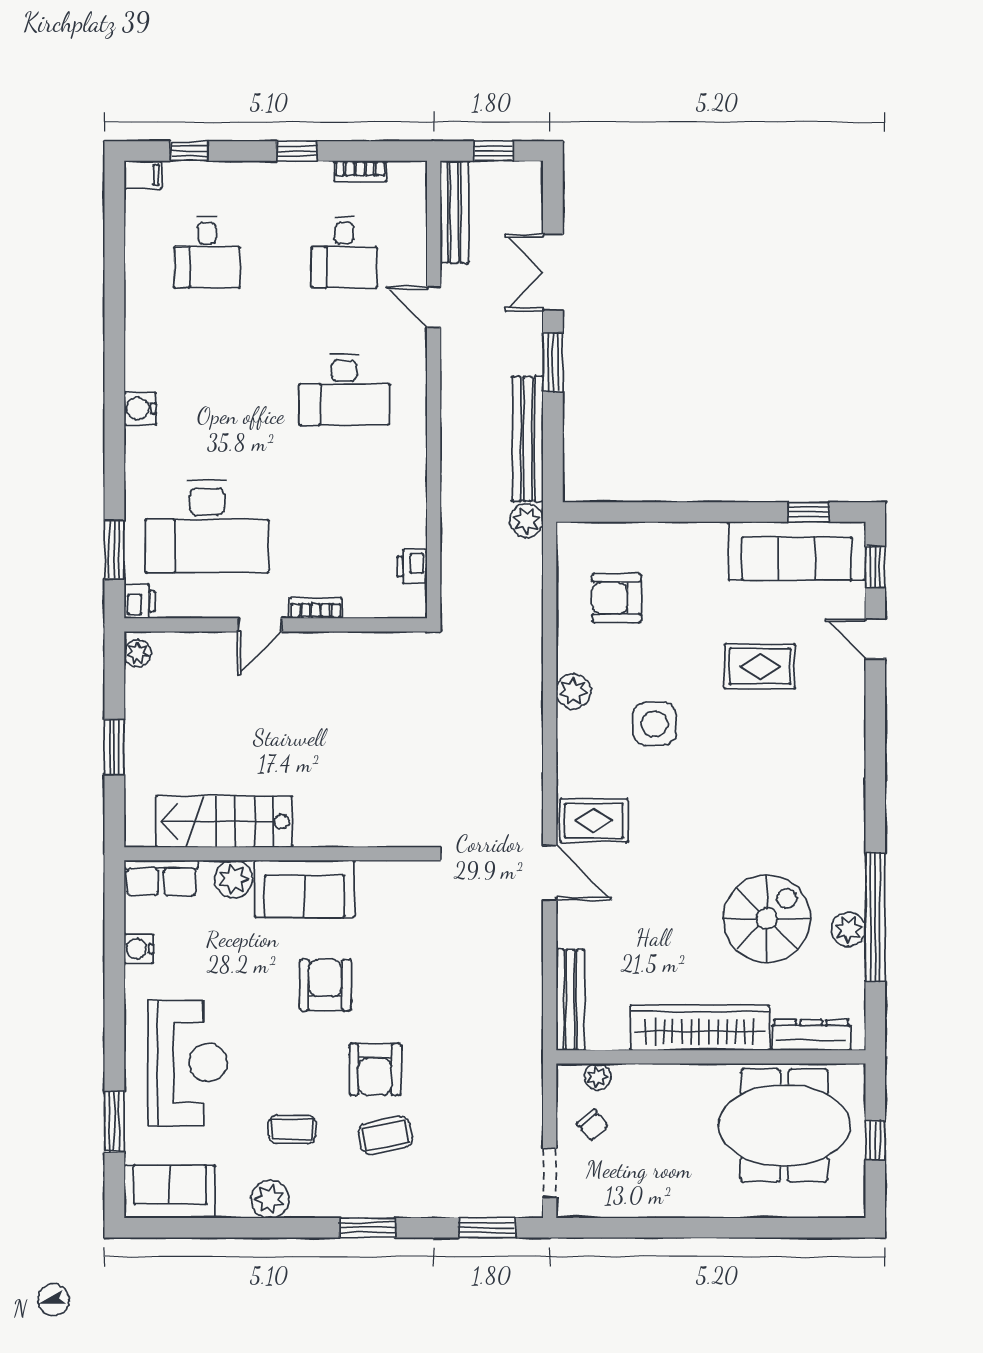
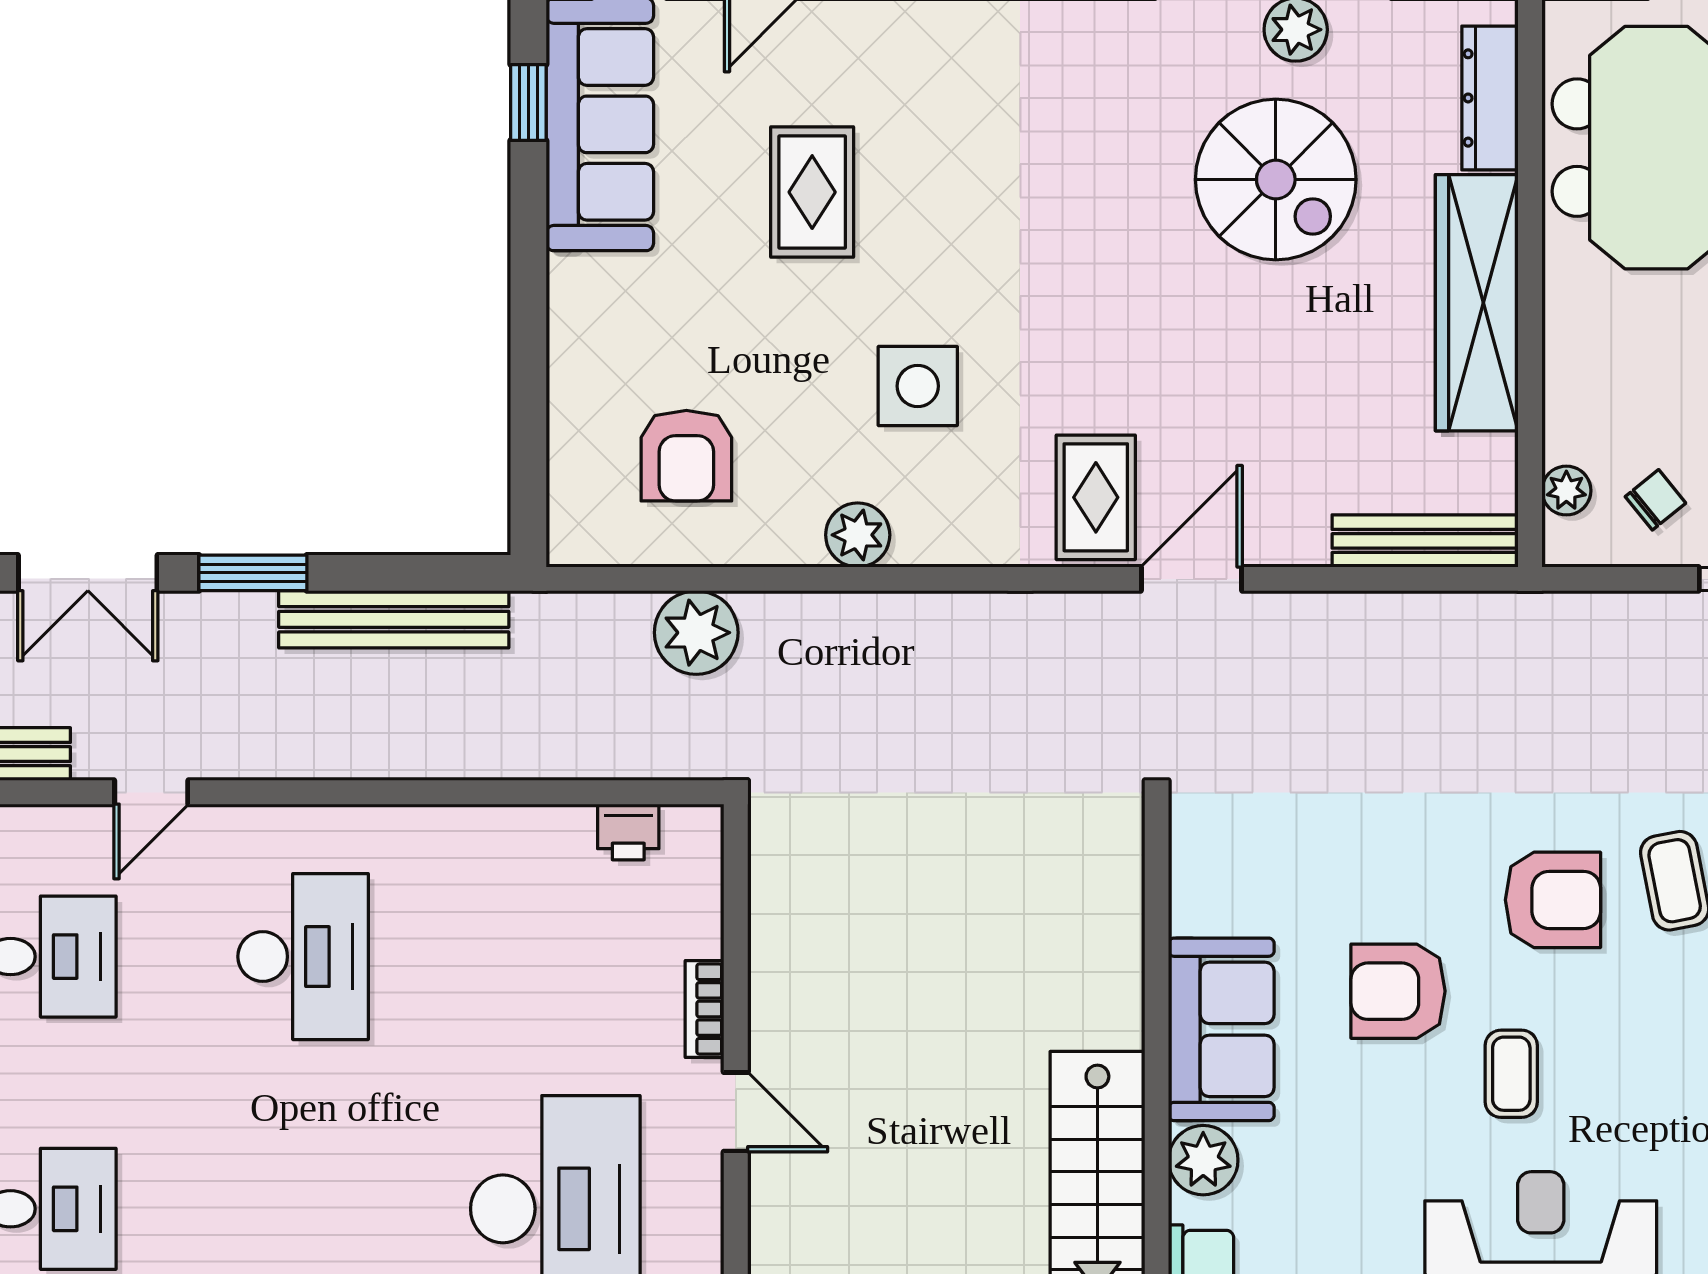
plant: (526, 521) -> (696, 633), moved, width x1.36, depth x1.36
spiral stairs: (767, 919) -> (1276, 180), turned 180
coffee table: (292, 1129) -> (1511, 1074), moved

